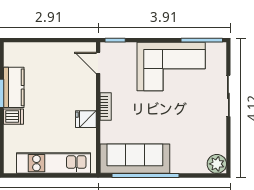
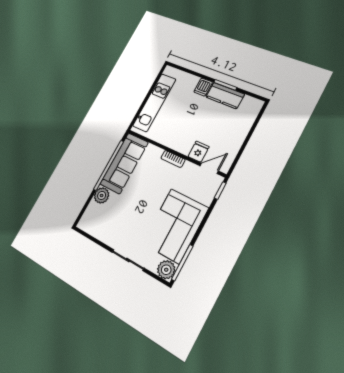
plant: (216, 52) -> (166, 270), added
fridge: (86, 119) -> (199, 152), moved
plant: (217, 164) -> (102, 195), moved

